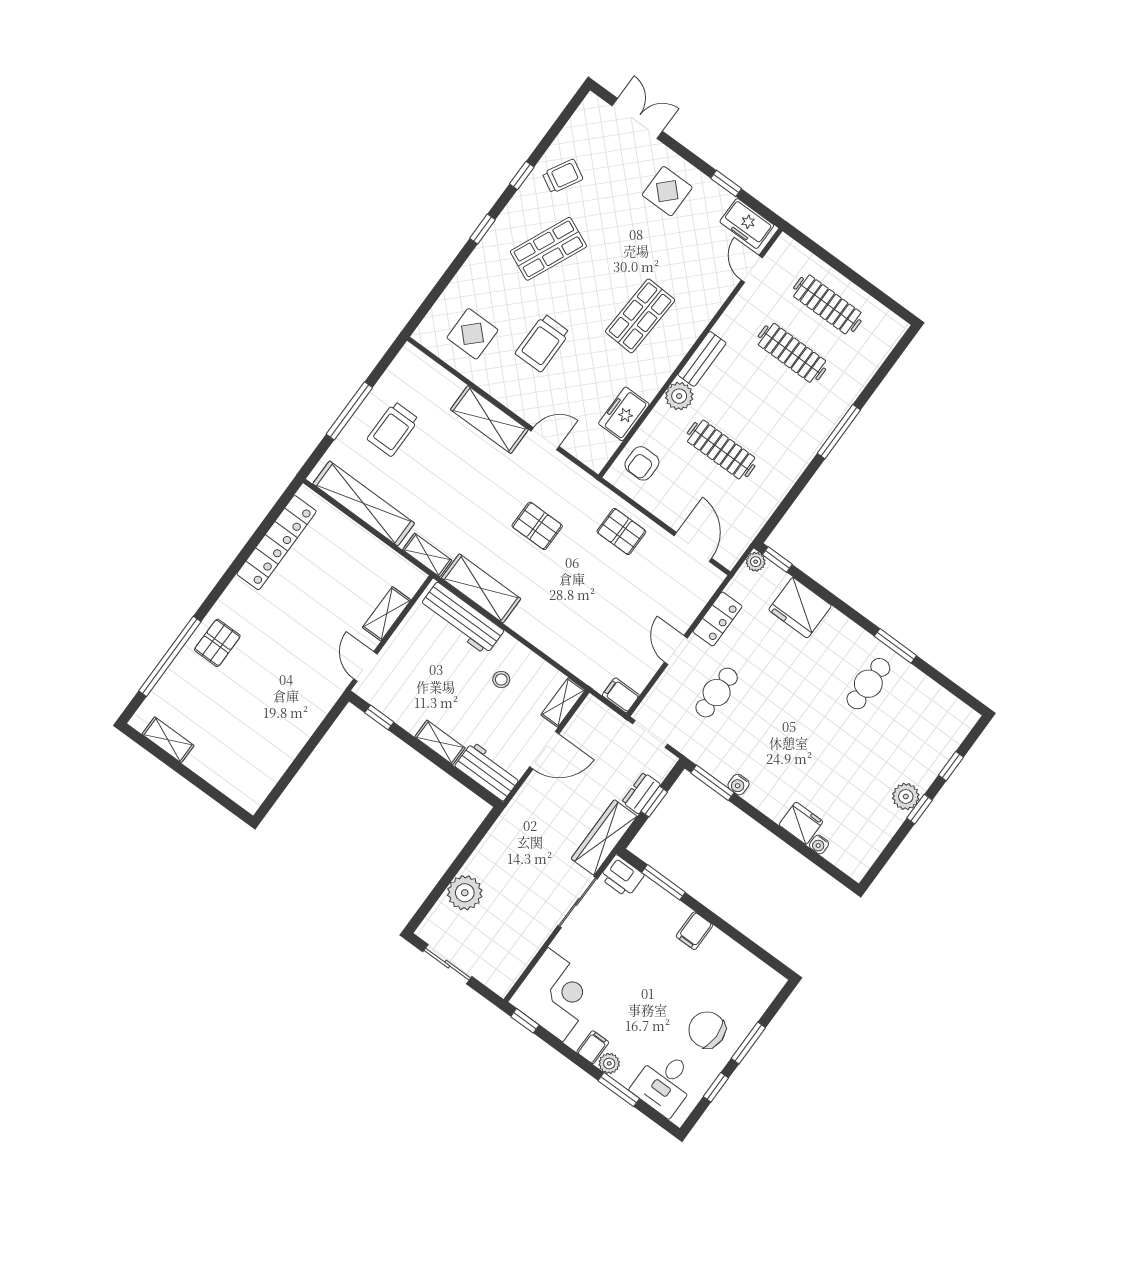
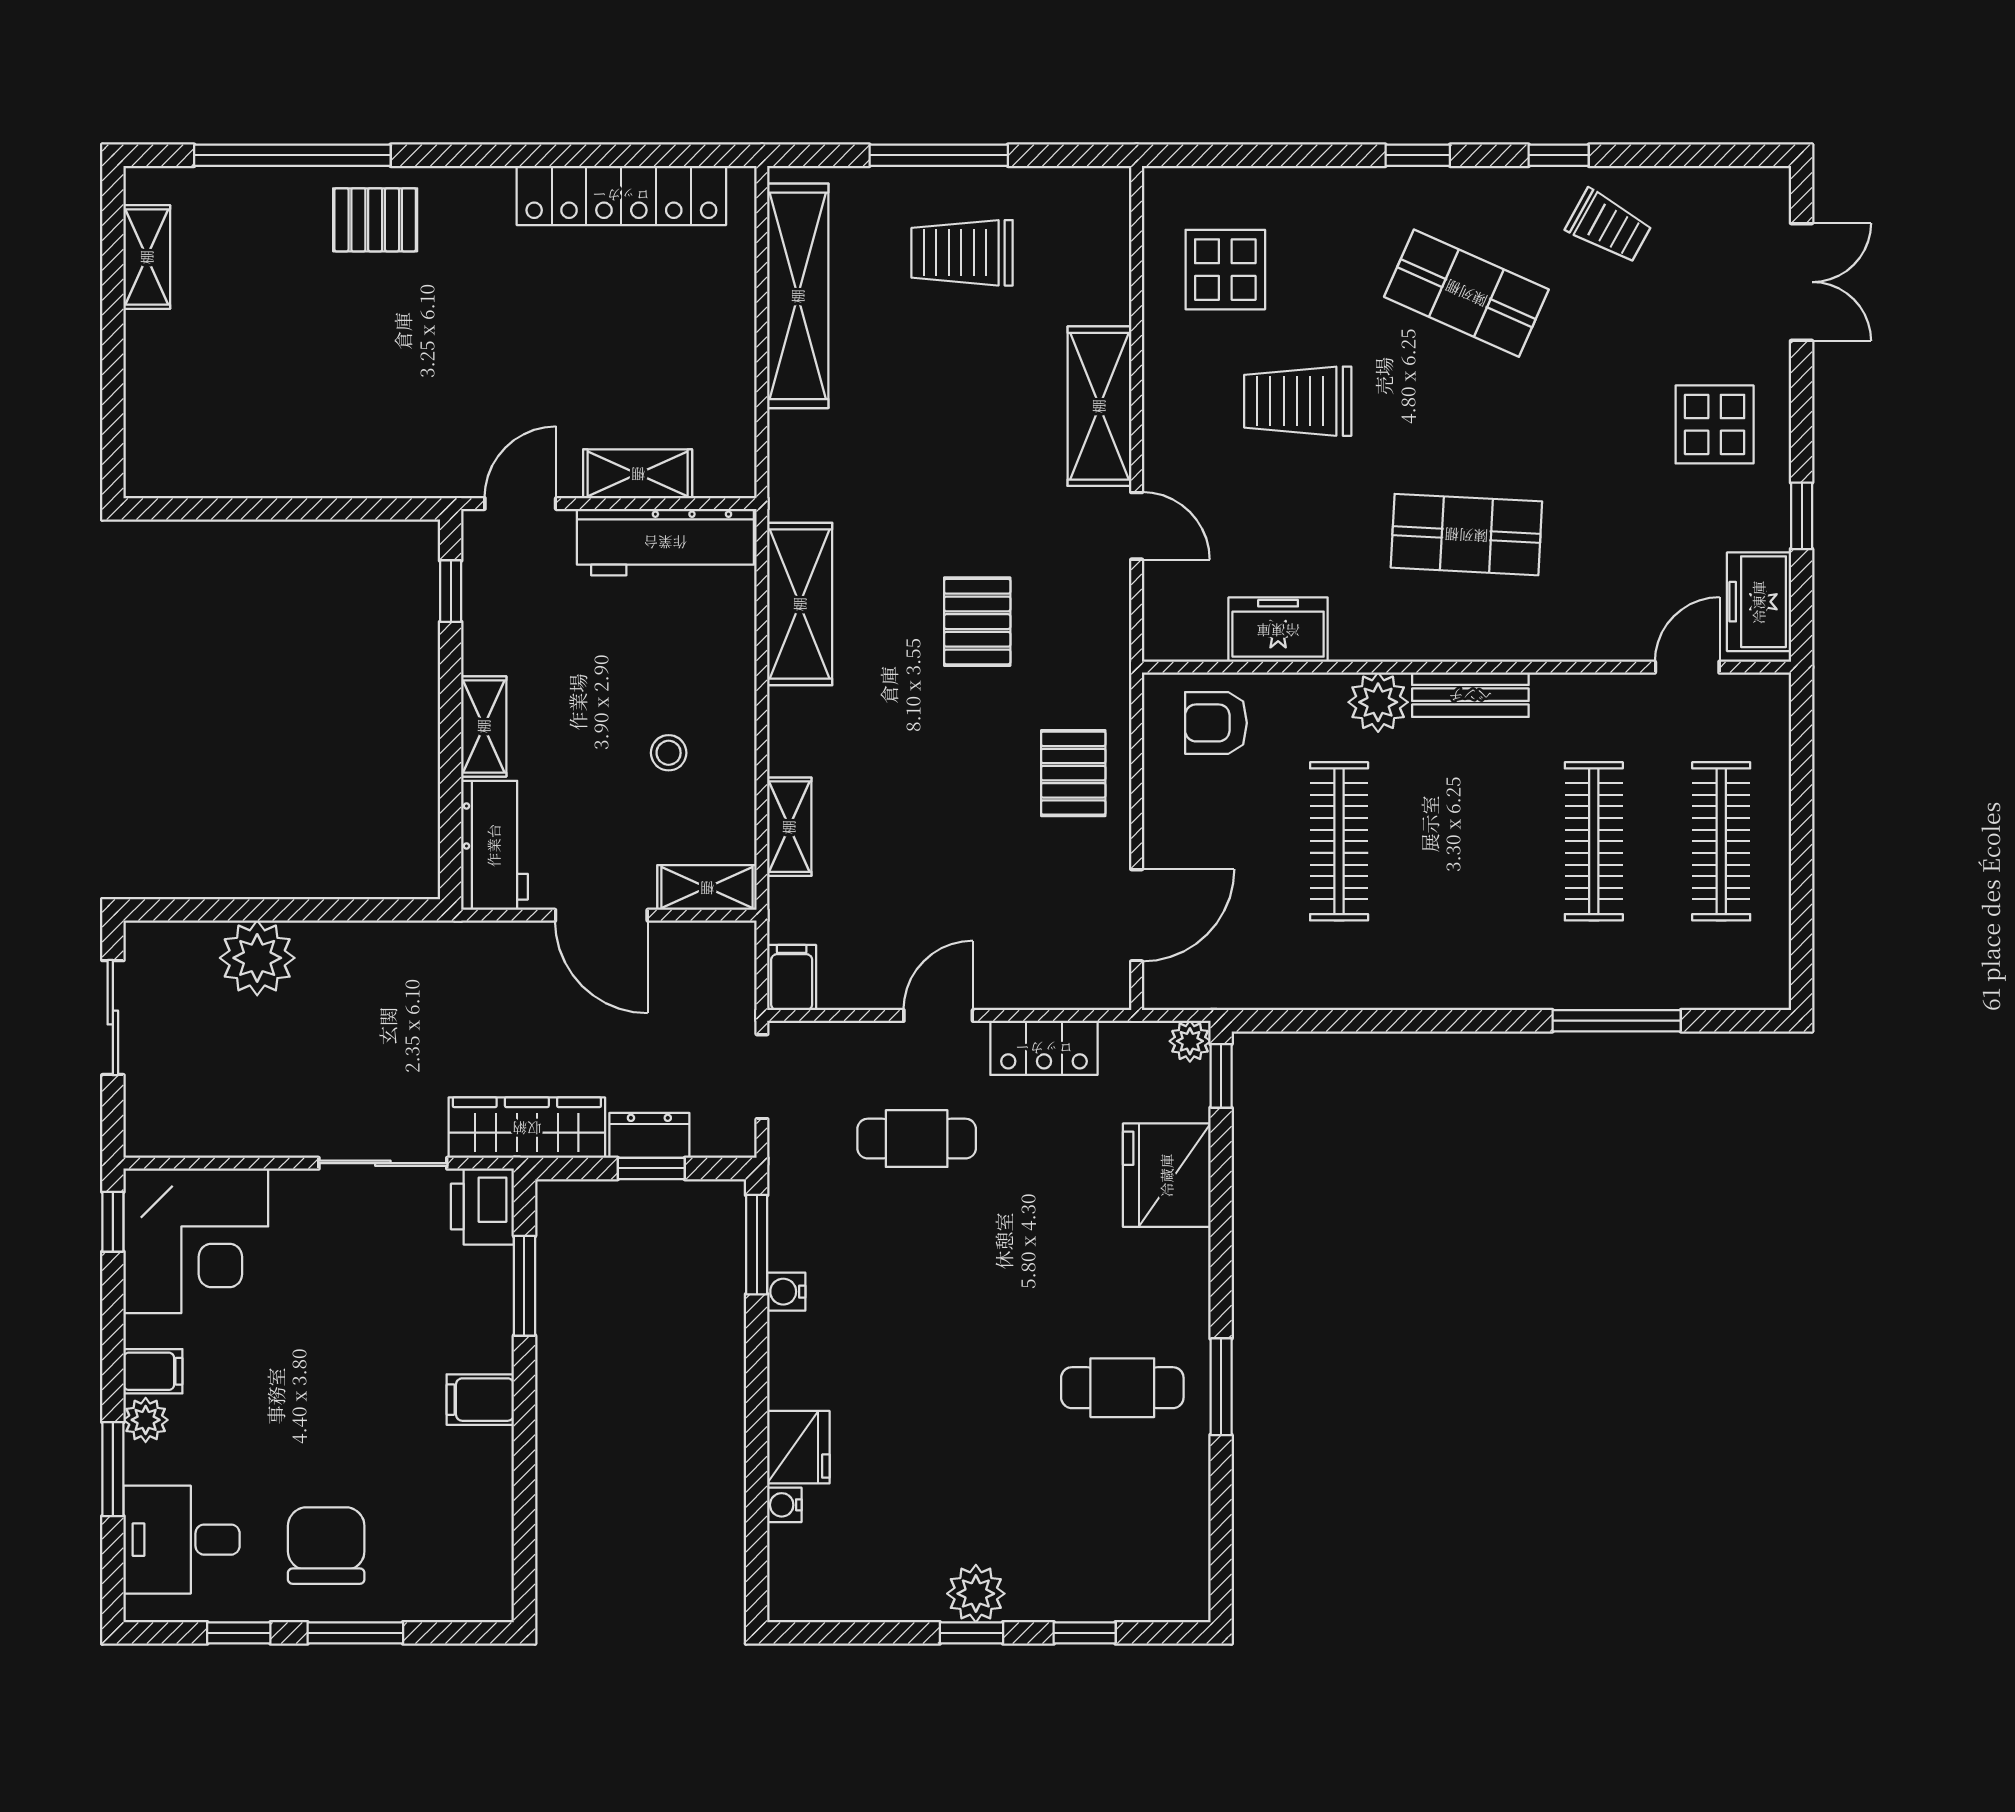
window: (839, 432) -> (1617, 1021), moved
shelving: (427, 555) -> (789, 827), moved
workbench: (462, 619) -> (665, 542), moved, turned -90

